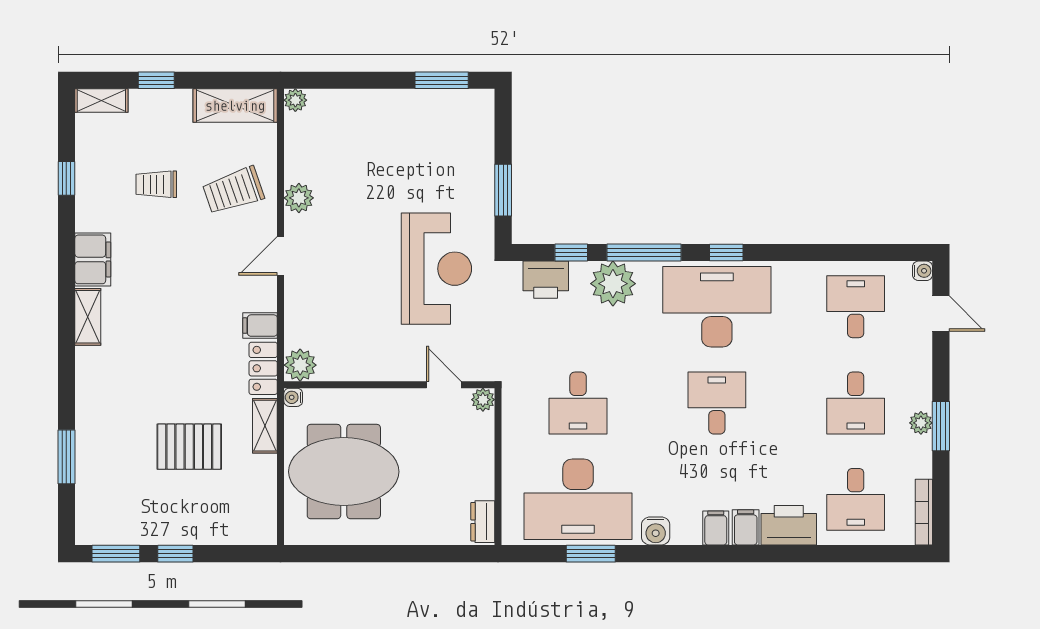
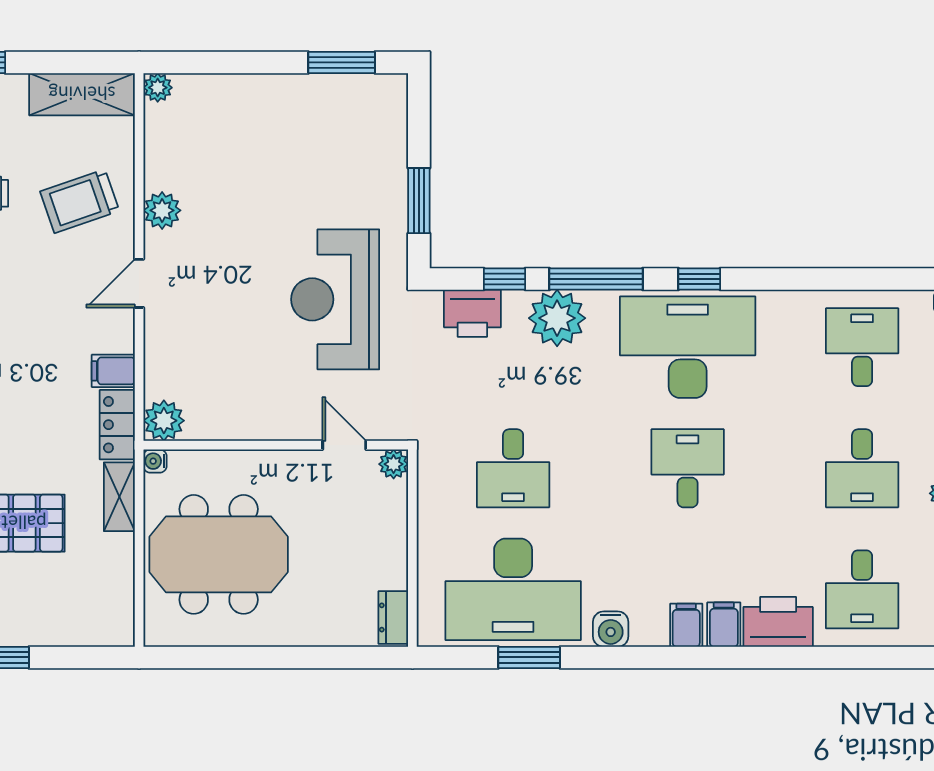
reception desk: (436, 269) -> (335, 299), turned 180

